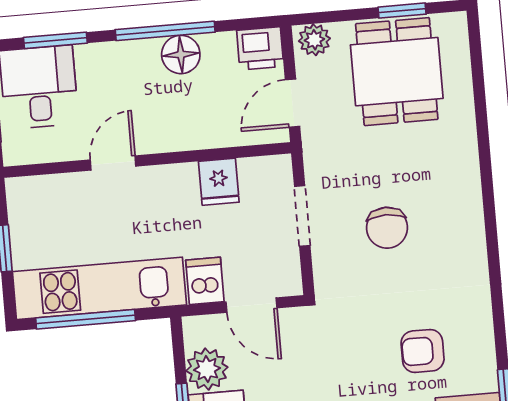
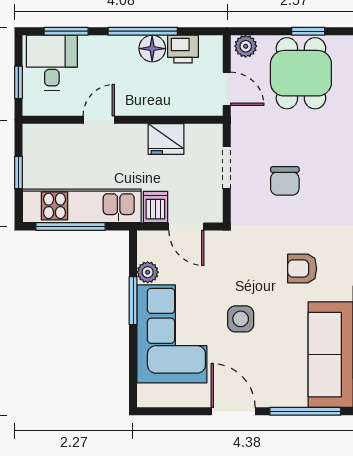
printer: (260, 48) -> (183, 49), moved
door: (292, 103) -> (227, 89), swing flipped
fridge: (219, 182) -> (166, 139), width x1.38
plant: (207, 369) -> (148, 272), width x0.73, depth x0.73

